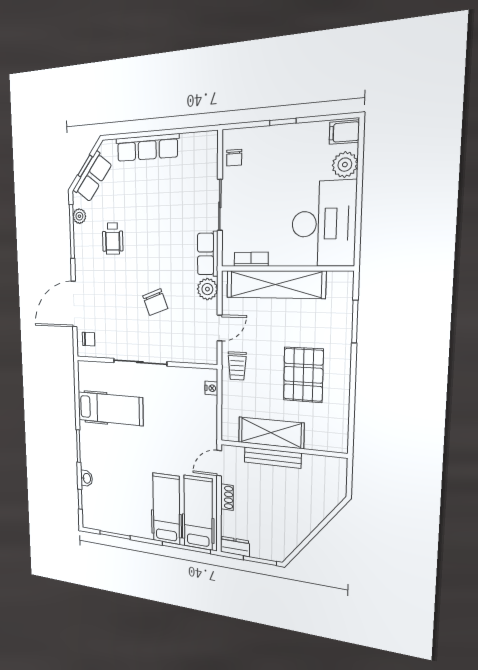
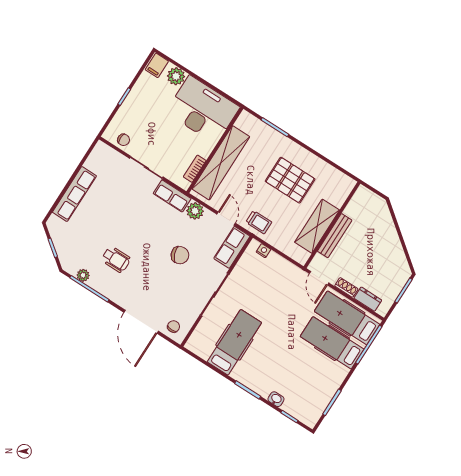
row of seats: (92, 177) -> (232, 247), moved, turned -128
dresser: (235, 546) -> (368, 299), moved, turned 90

